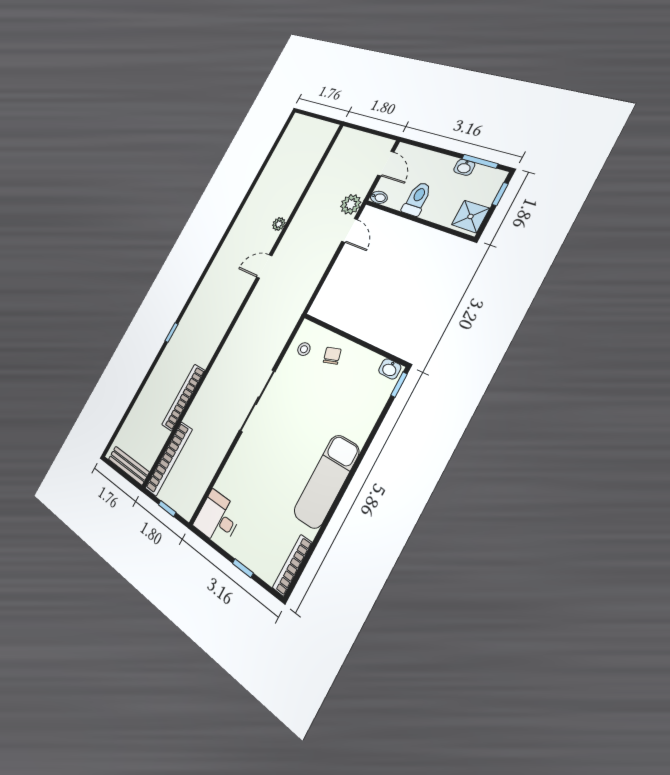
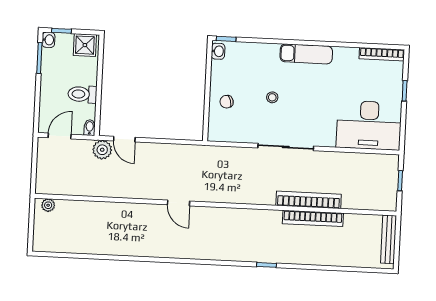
washbasin: (464, 167) -> (48, 40), moved
plant: (279, 224) -> (48, 205), moved
door: (350, 231) -> (124, 139), swing flipped
stool: (304, 349) -> (272, 97), moved
bookcase: (169, 459) -> (309, 200), moved
exam couch: (326, 481) -> (306, 54), width x0.73, depth x0.69
desk: (218, 518) -> (369, 125), width x1.87, depth x1.30

